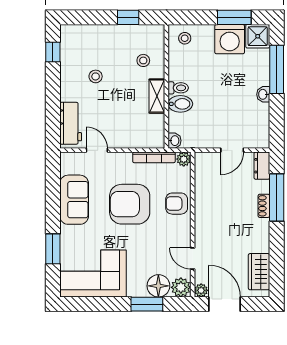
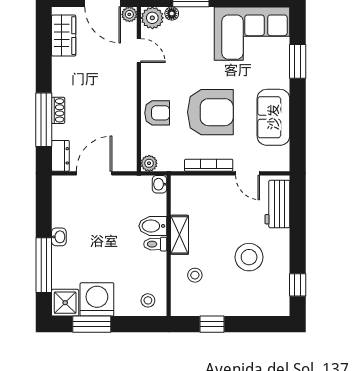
stool: (96, 76) -> (249, 257), width x1.89, depth x1.89
door: (232, 150) -> (94, 173), width x1.38
bookcase: (154, 157) -> (209, 165), moved
floor lamp: (158, 286) -> (172, 14), width x0.53, depth x0.53

